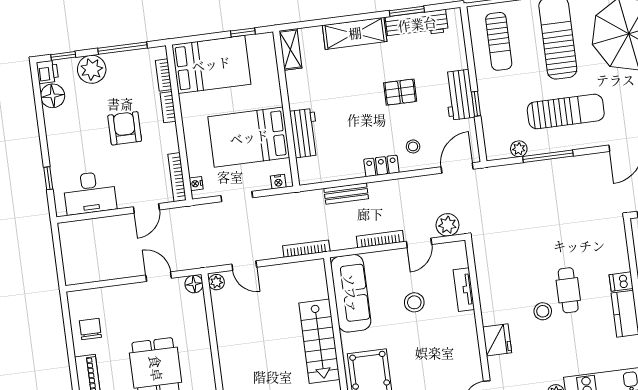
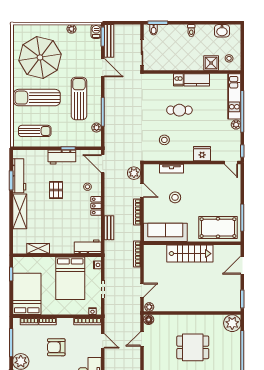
shelving: (290, 49) -> (38, 248), moved
workbench: (305, 133) -> (88, 247), moved
stool: (543, 311) -> (164, 140), moved

